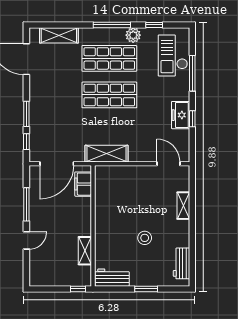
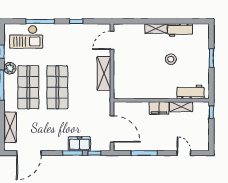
freezer: (181, 115) -> (79, 144), moved, turned 180
shelving: (107, 154) -> (104, 73), moved
filing cabinet: (83, 184) -> (159, 108), moved
shelving: (183, 206) -> (156, 29), moved
door: (26, 240) -> (184, 153), moved
workbench: (181, 263) -> (180, 30), moved
workbench: (112, 278) -> (190, 92), moved, turned 90

